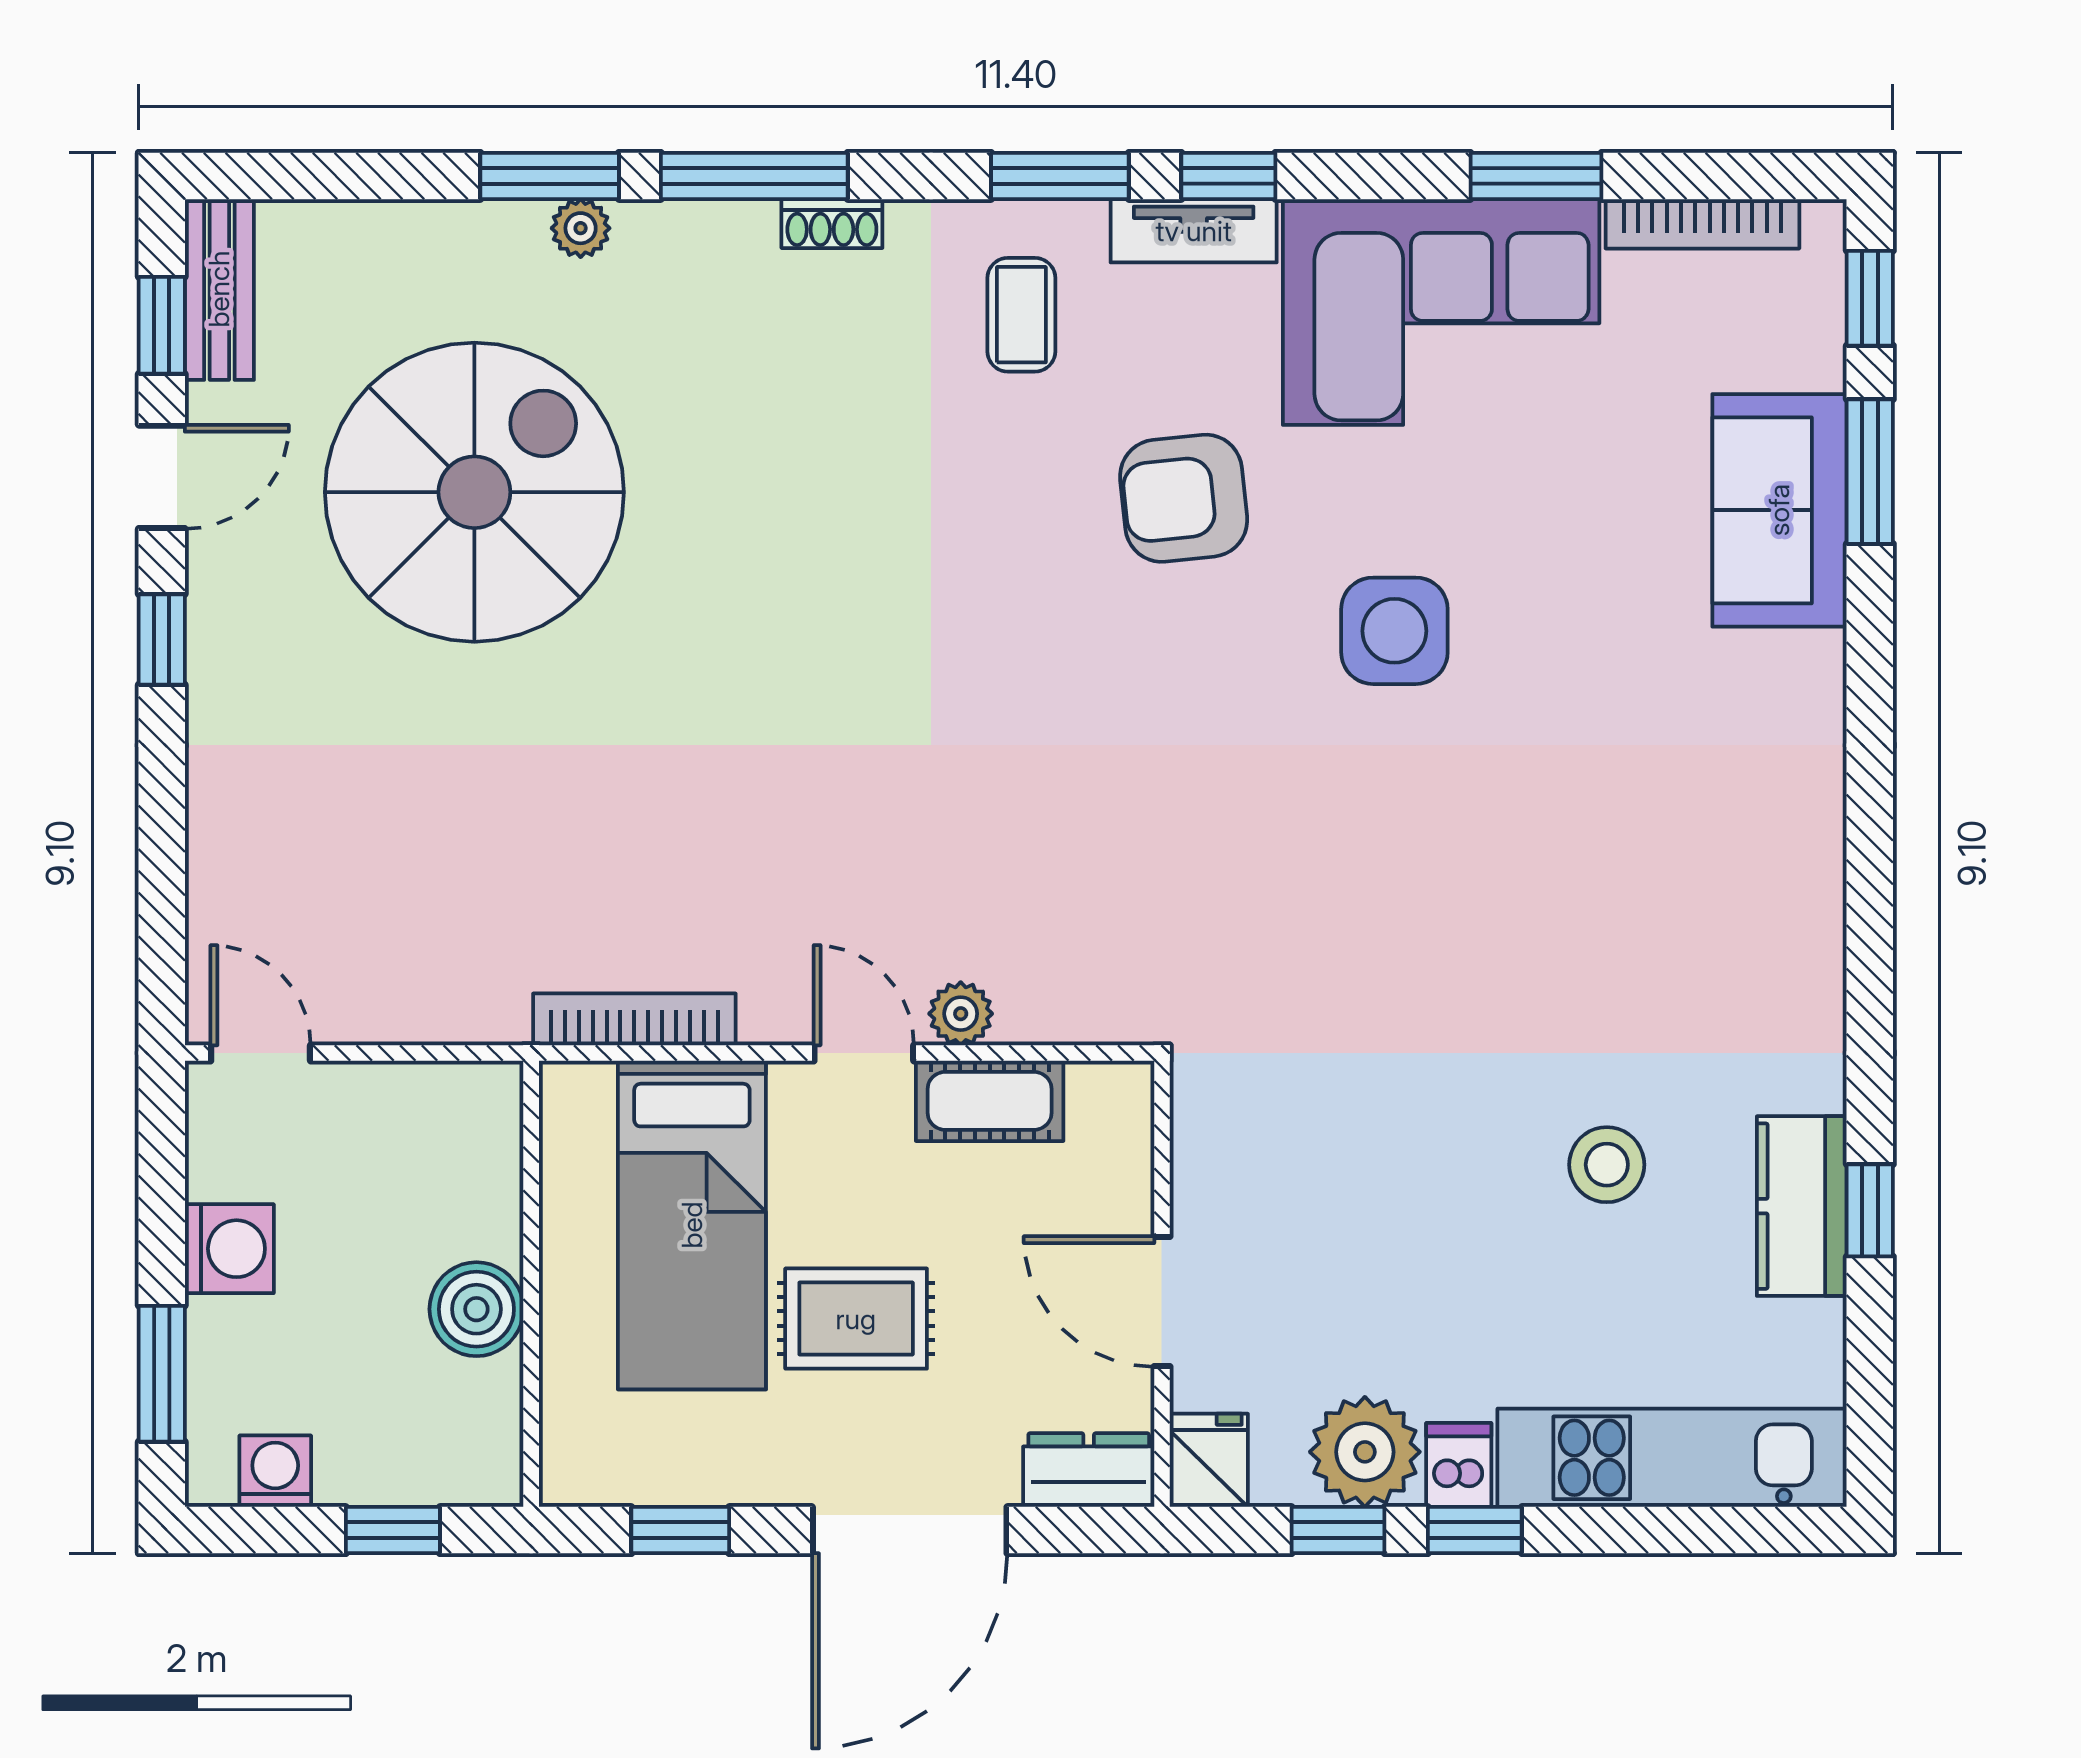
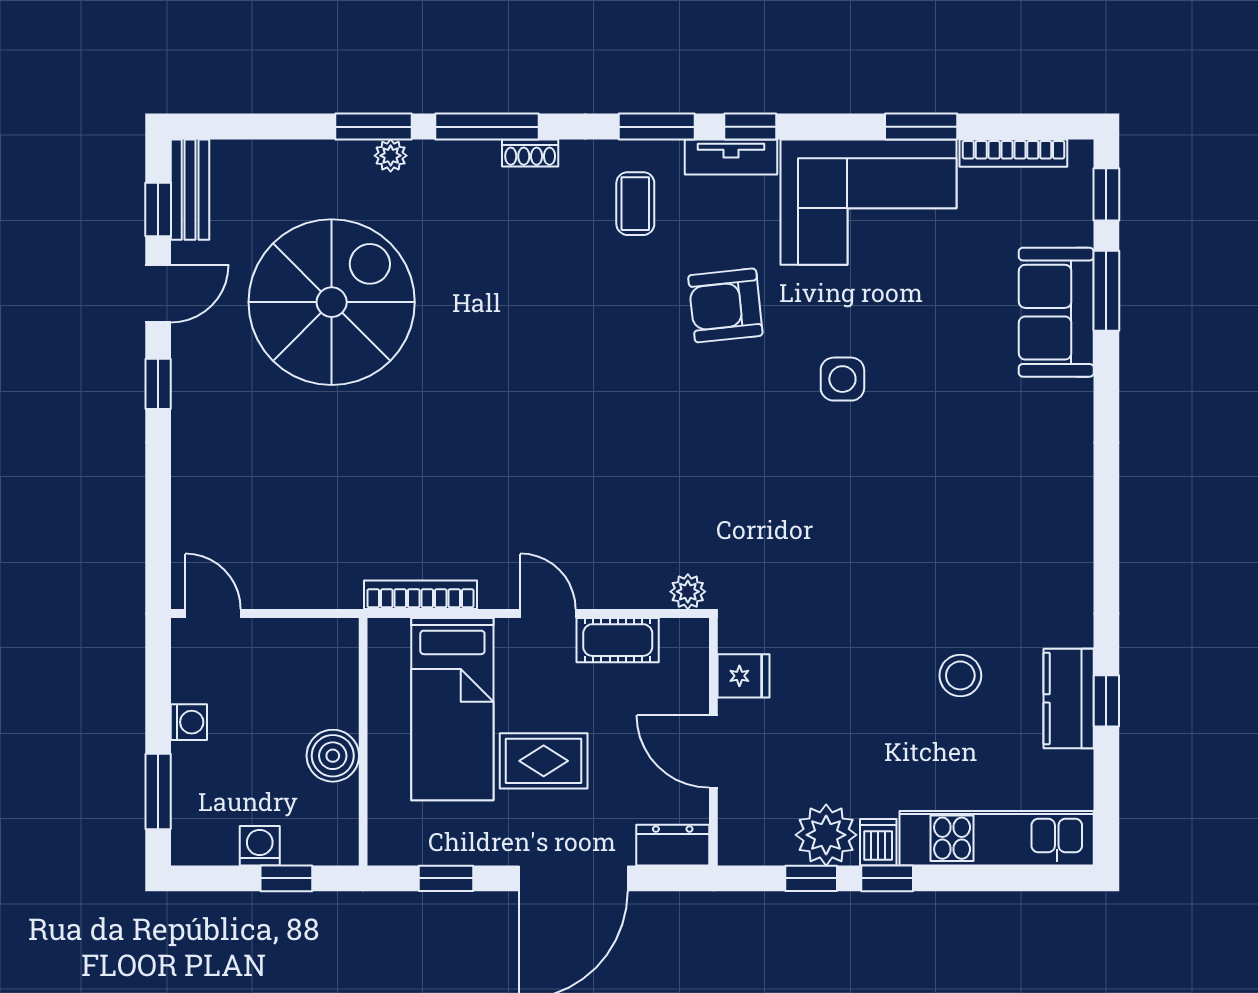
side table: (1394, 631) -> (842, 379), width x0.73, depth x0.73
plant: (961, 1014) -> (688, 592), moved
washing machine: (229, 1249) -> (189, 722), width x0.73, depth x0.73
fridge: (1209, 1460) -> (744, 676), moved, turned 90
washing machine: (275, 1471) -> (260, 846), moved

